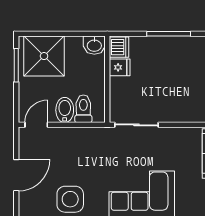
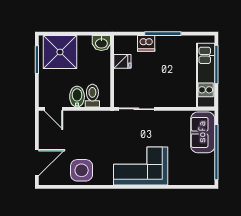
dishwasher: (119, 47) -> (146, 43), moved, turned 90
door: (36, 125) -> (53, 109), swing flipped
door: (16, 175) -> (37, 163), moved

